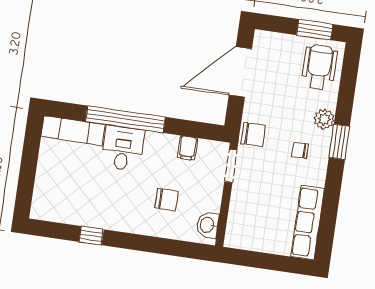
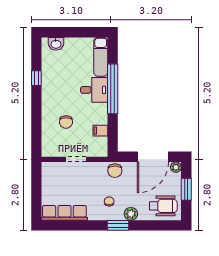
window: (315, 30) -> (186, 189), moved
plant: (262, 38) -> (176, 167), added
door: (240, 72) -> (153, 157), swing flipped
doorway: (231, 166) -> (76, 159), moved
washbasin: (208, 225) -> (56, 44), moved, turned 180

